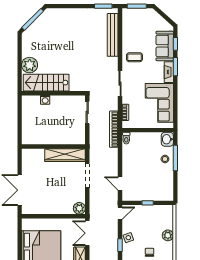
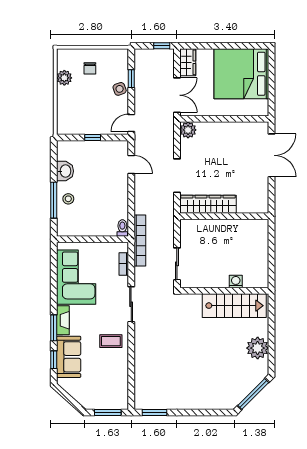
bench: (113, 35) -> (141, 372), removed
plant: (30, 65) -> (258, 348), moved
washbasin: (167, 139) -> (65, 171), moved
plant: (168, 235) -> (64, 78), moved

